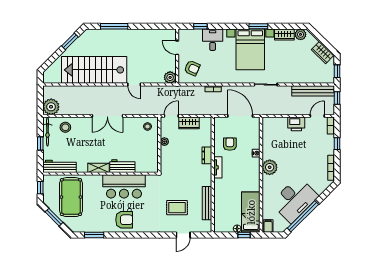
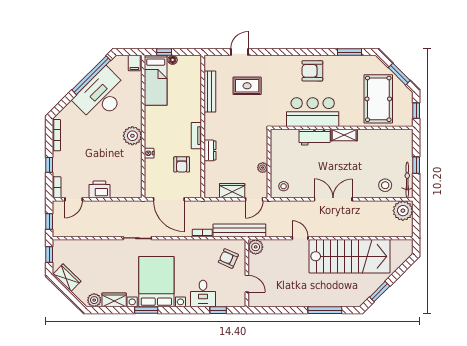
bench: (313, 91) -> (239, 230), moved
workbench: (60, 166) -> (392, 137), removed

